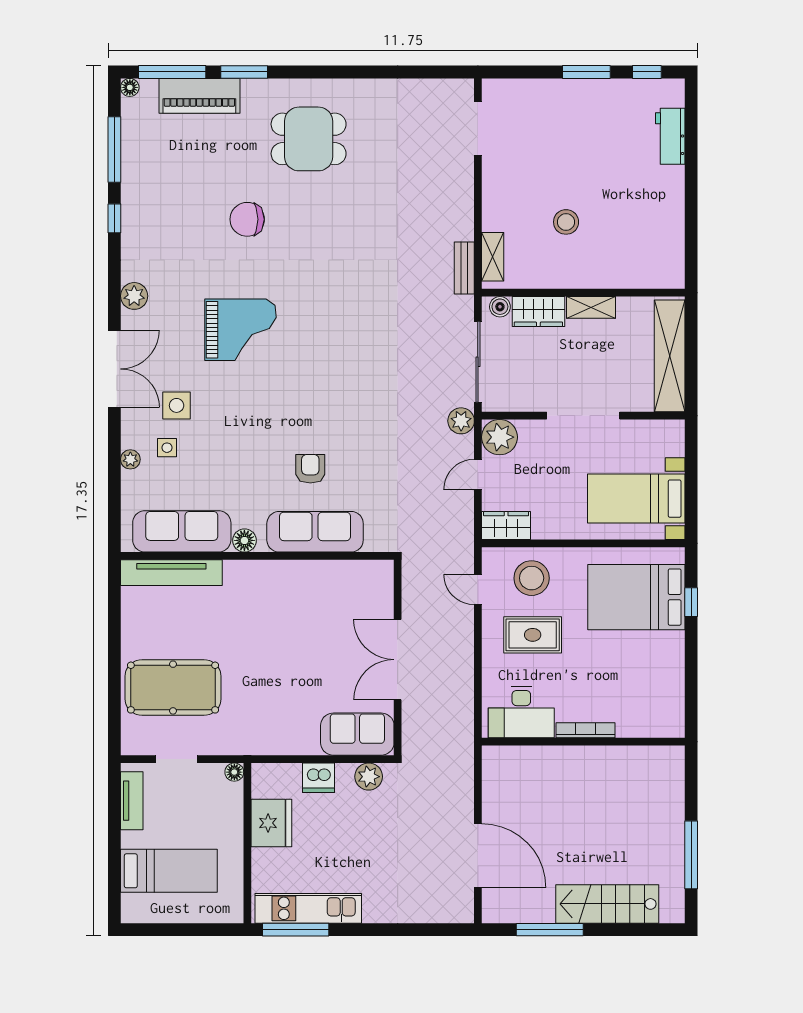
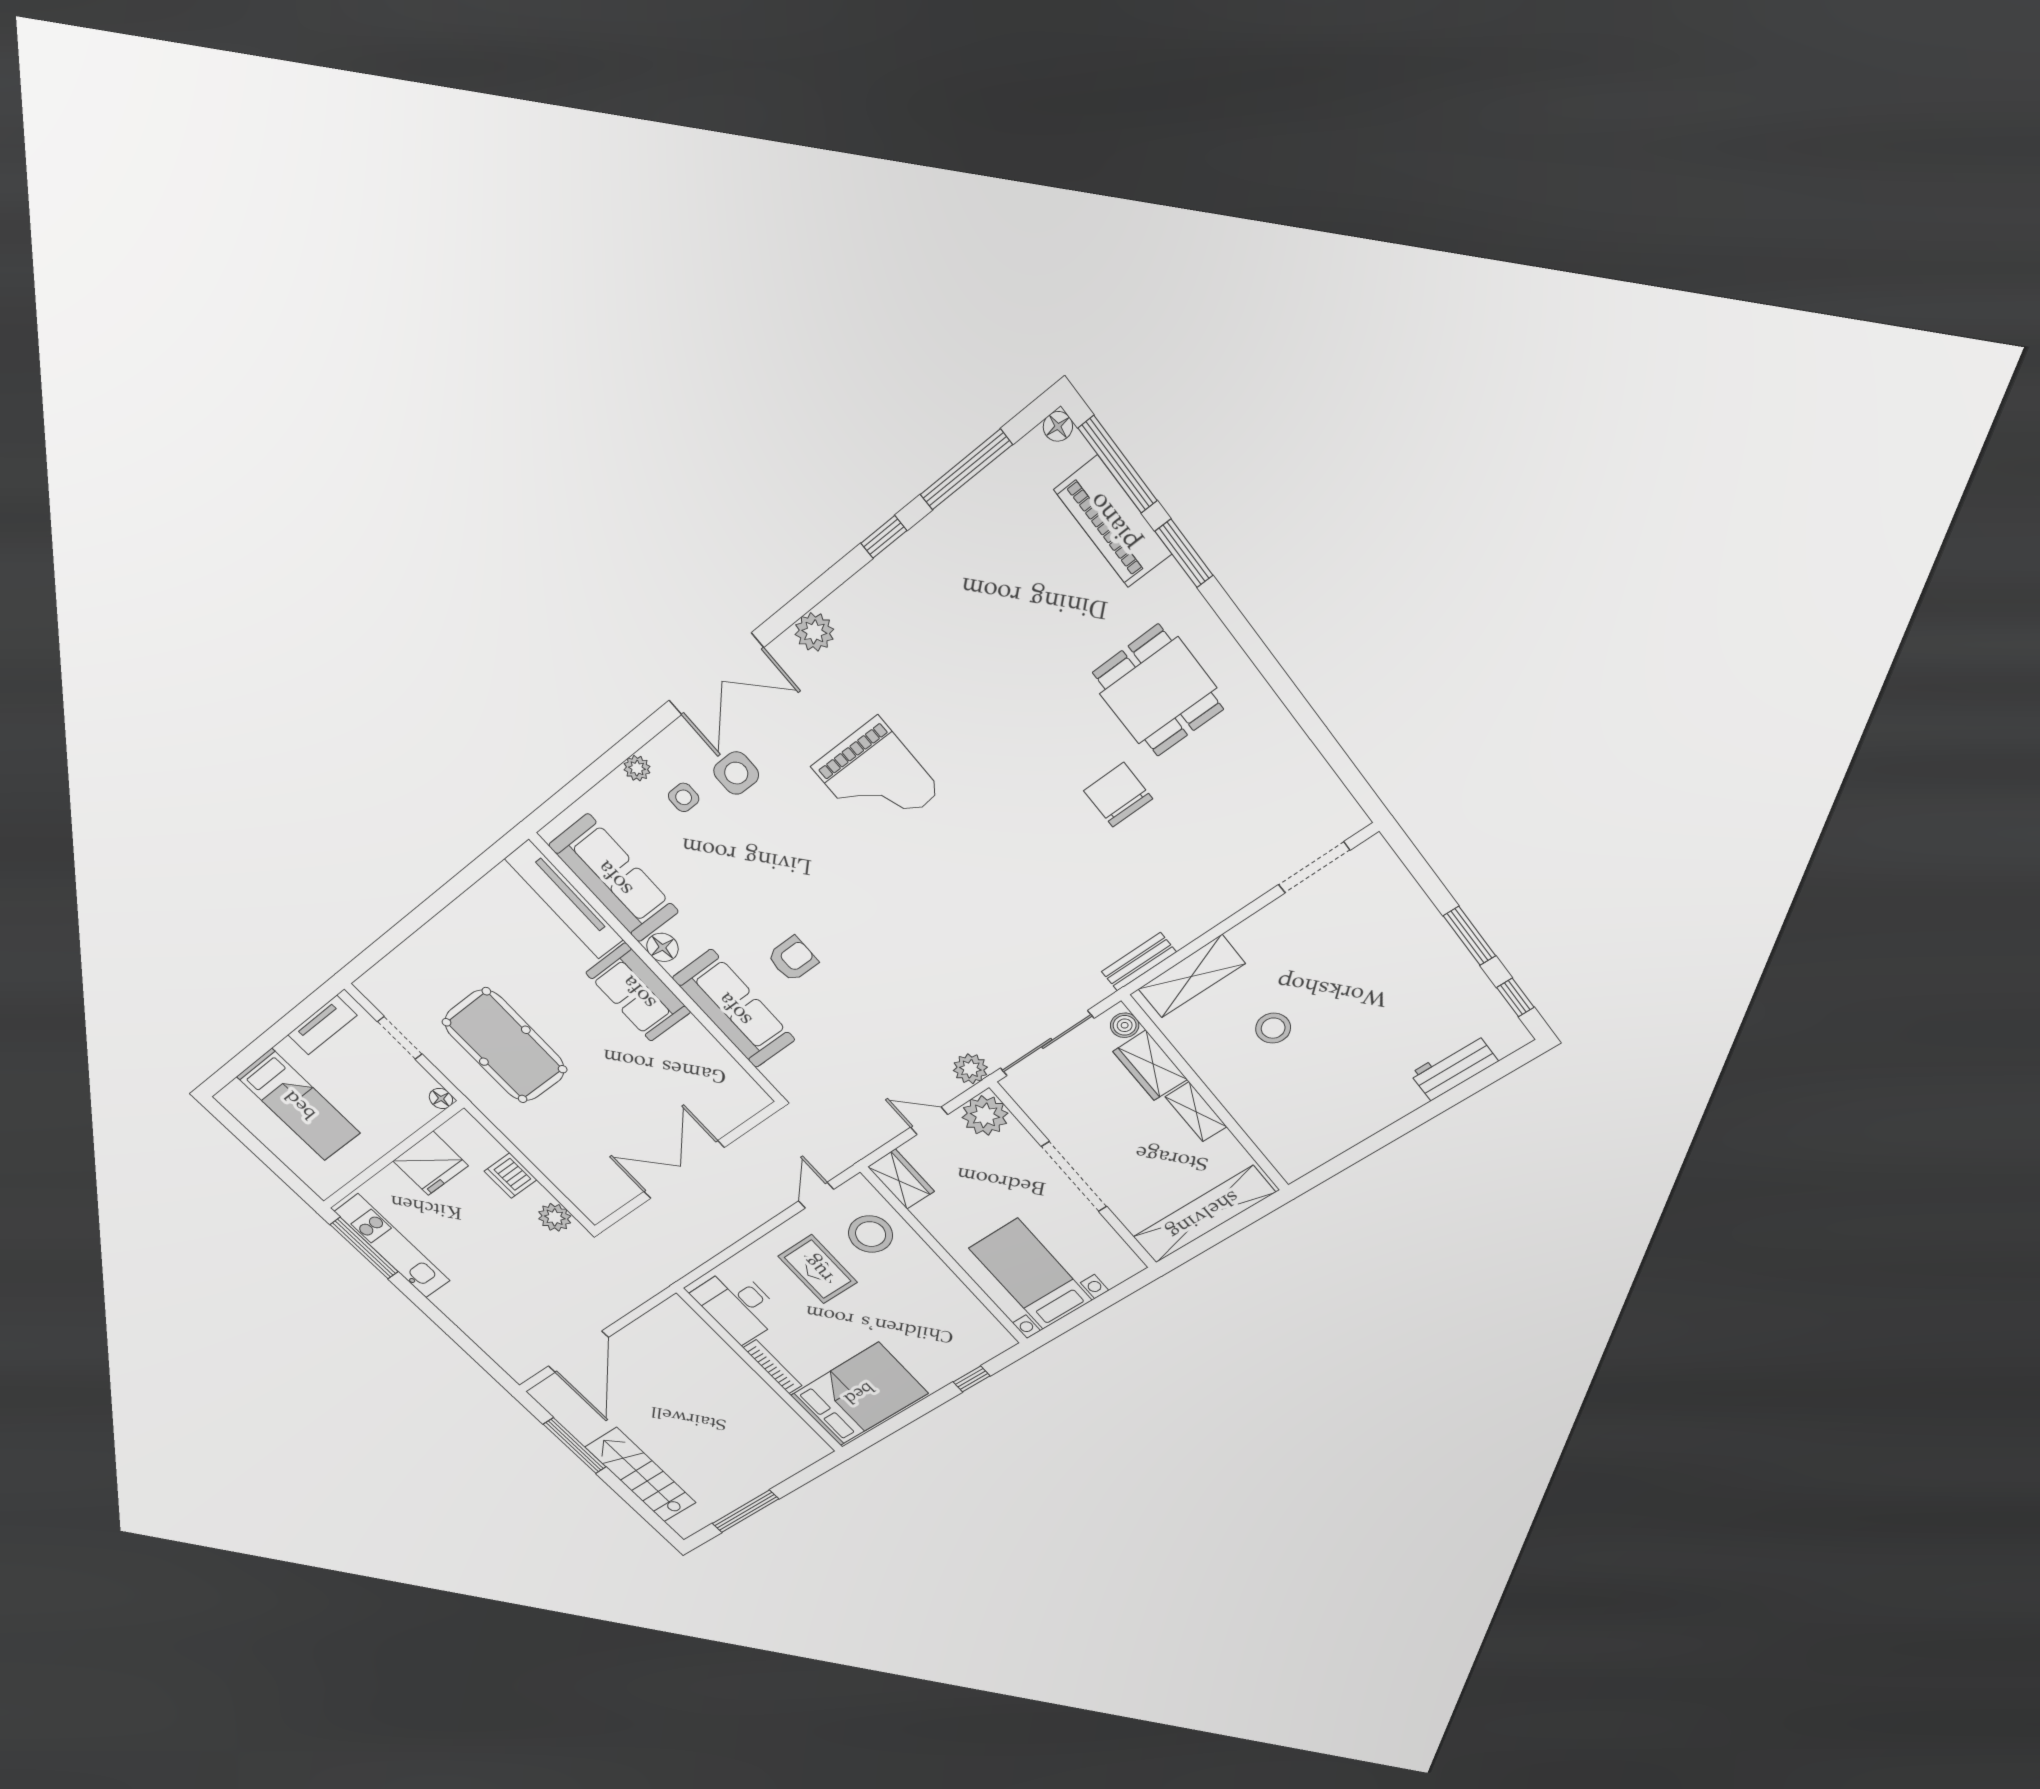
chair: (247, 219) -> (1118, 795), moved
shelving: (493, 257) -> (1192, 976), width x1.50, depth x1.33
bed: (636, 597) -> (859, 1394), moved, turned 90
pool table: (173, 688) -> (505, 1046), moved
sofa: (357, 734) -> (638, 992), moved, turned 180

